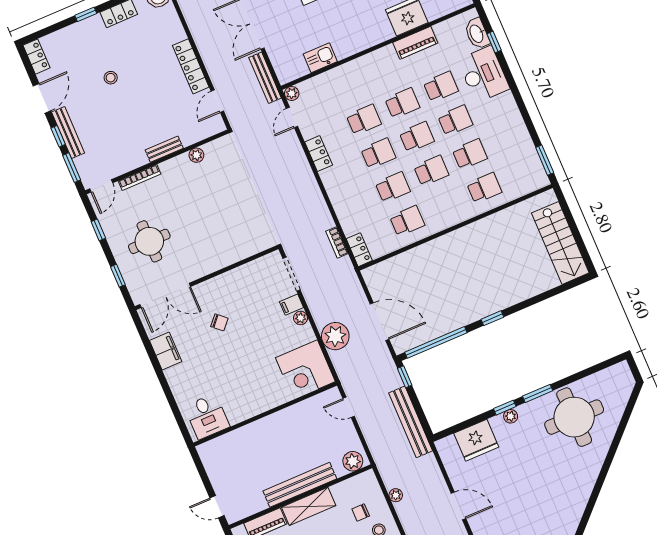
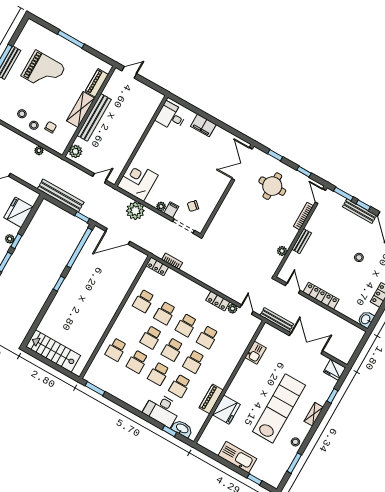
plant: (292, 93) -> (233, 309), moved
chair: (219, 322) -> (193, 206), moved
filing cabinet: (166, 351) -> (203, 125), moved

